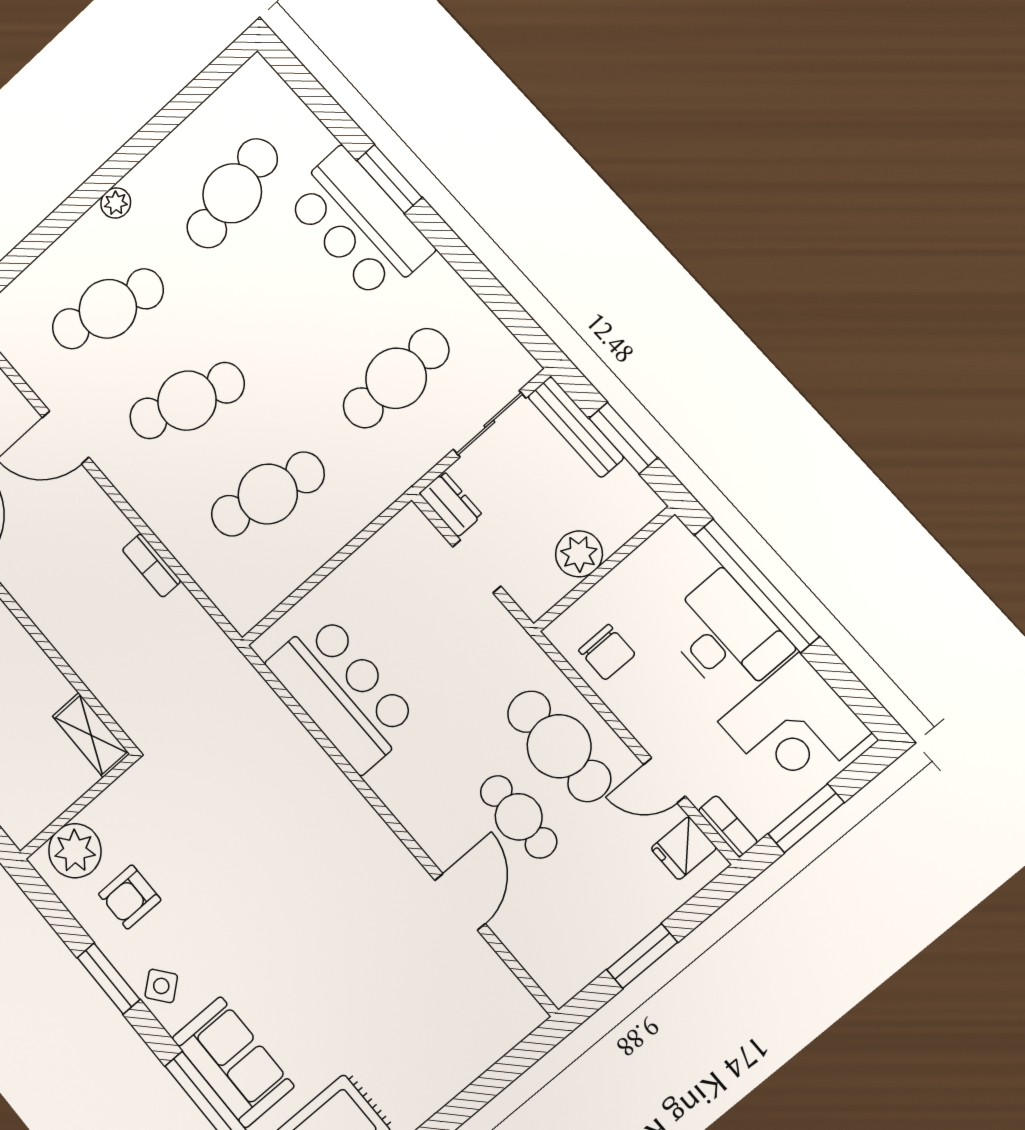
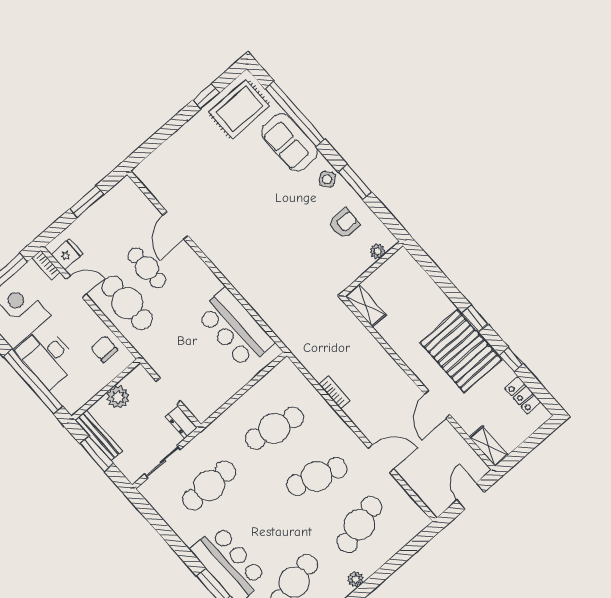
cafe table: (108, 309) -> (359, 525), turned -30
bench: (576, 427) -> (99, 436), moved
plant: (75, 851) -> (378, 251), width x0.53, depth x0.53

